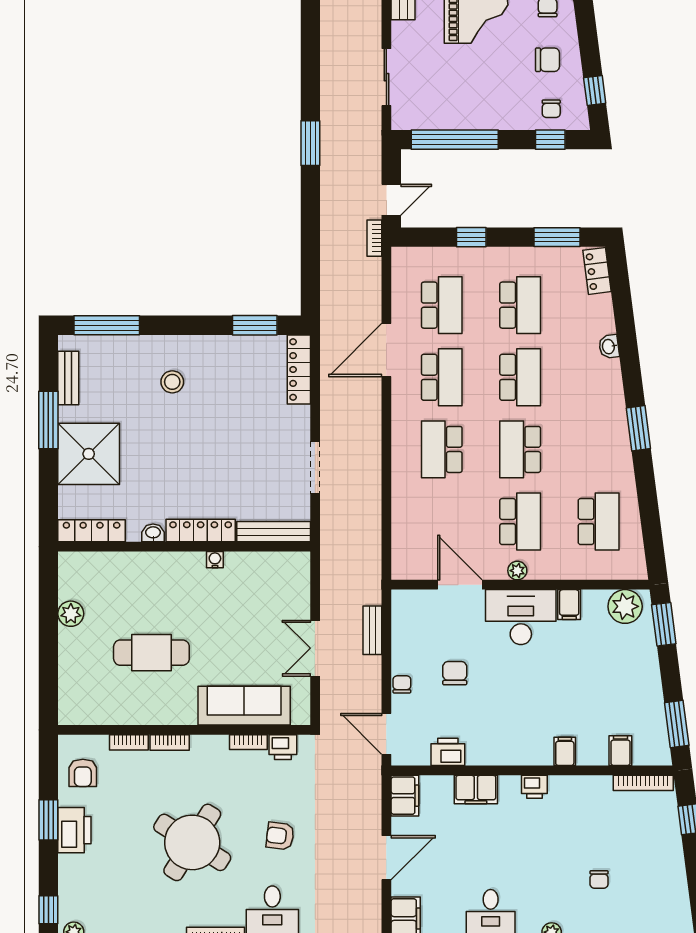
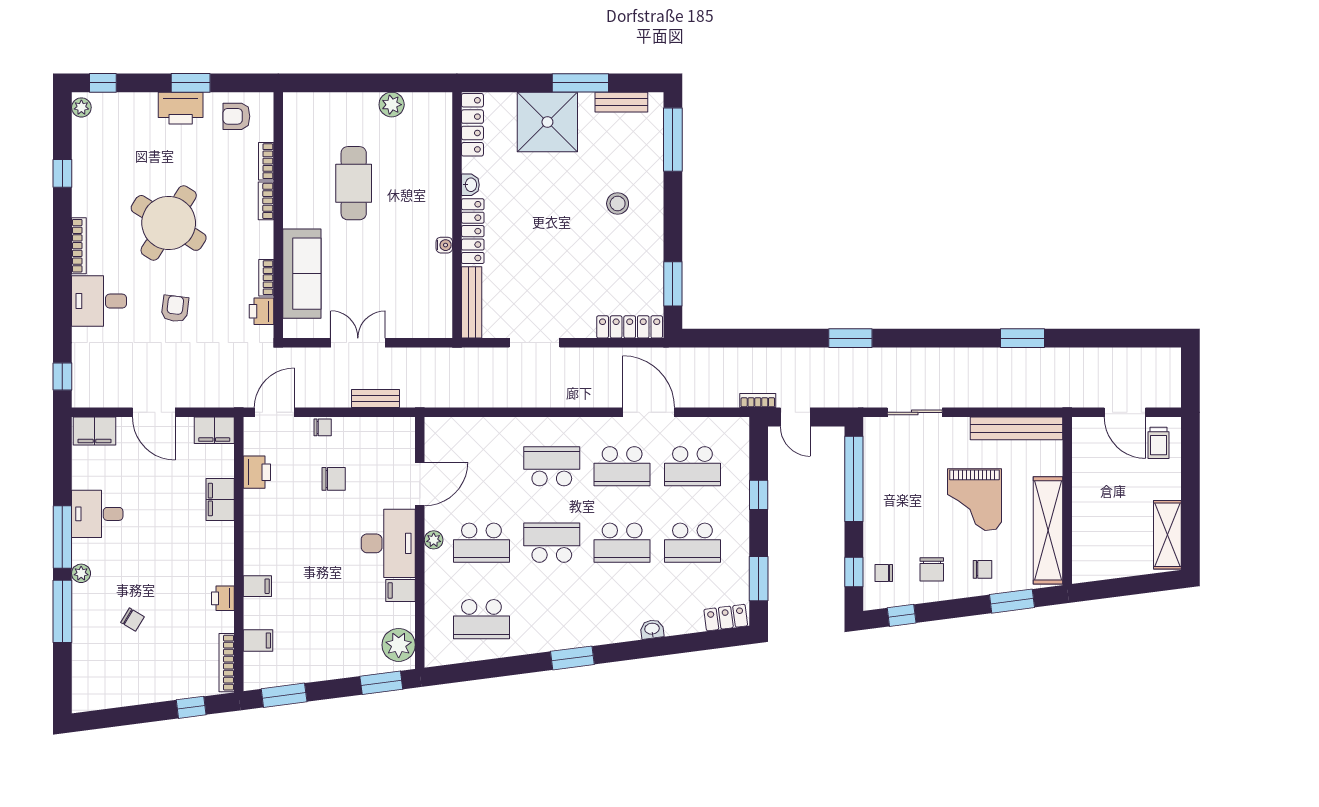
printer: (534, 787) -> (223, 598), moved
chair: (599, 879) -> (132, 620), turned -149

